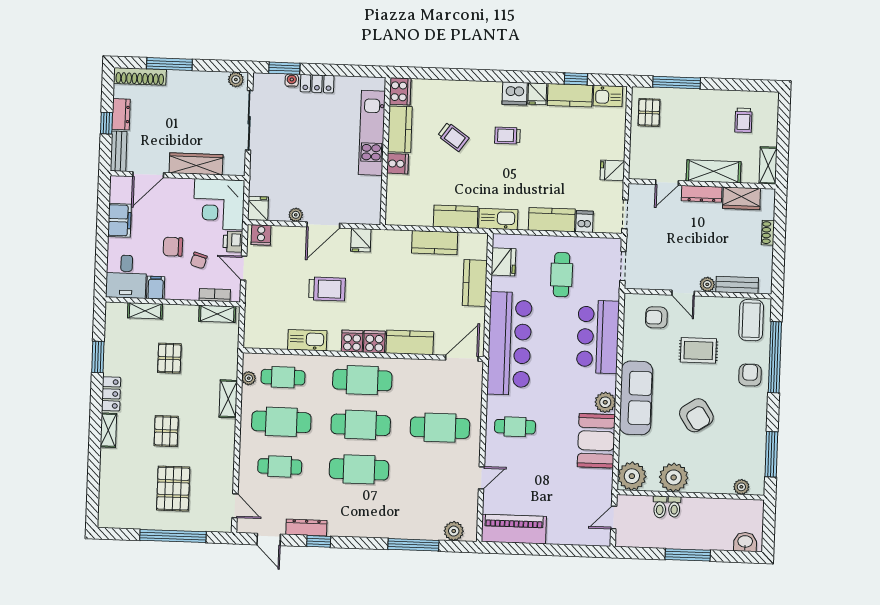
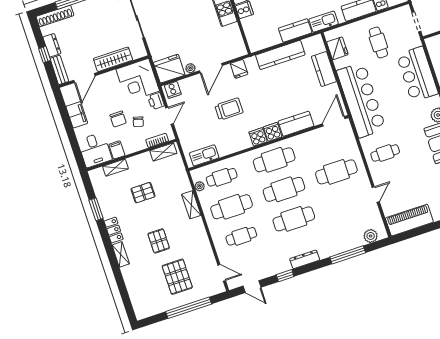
fridge: (258, 208) -> (169, 69), width x1.88, depth x1.34
kitchen counter: (435, 243) -> (280, 55), width x1.50
chair: (173, 247) -> (118, 119), turned -90
door: (244, 268) -> (169, 116), swing flipped
kitchen sink: (307, 340) -> (204, 155), moved
pallet: (169, 358) -> (143, 193), turned 90
dresser: (306, 527) -> (305, 259), moved

